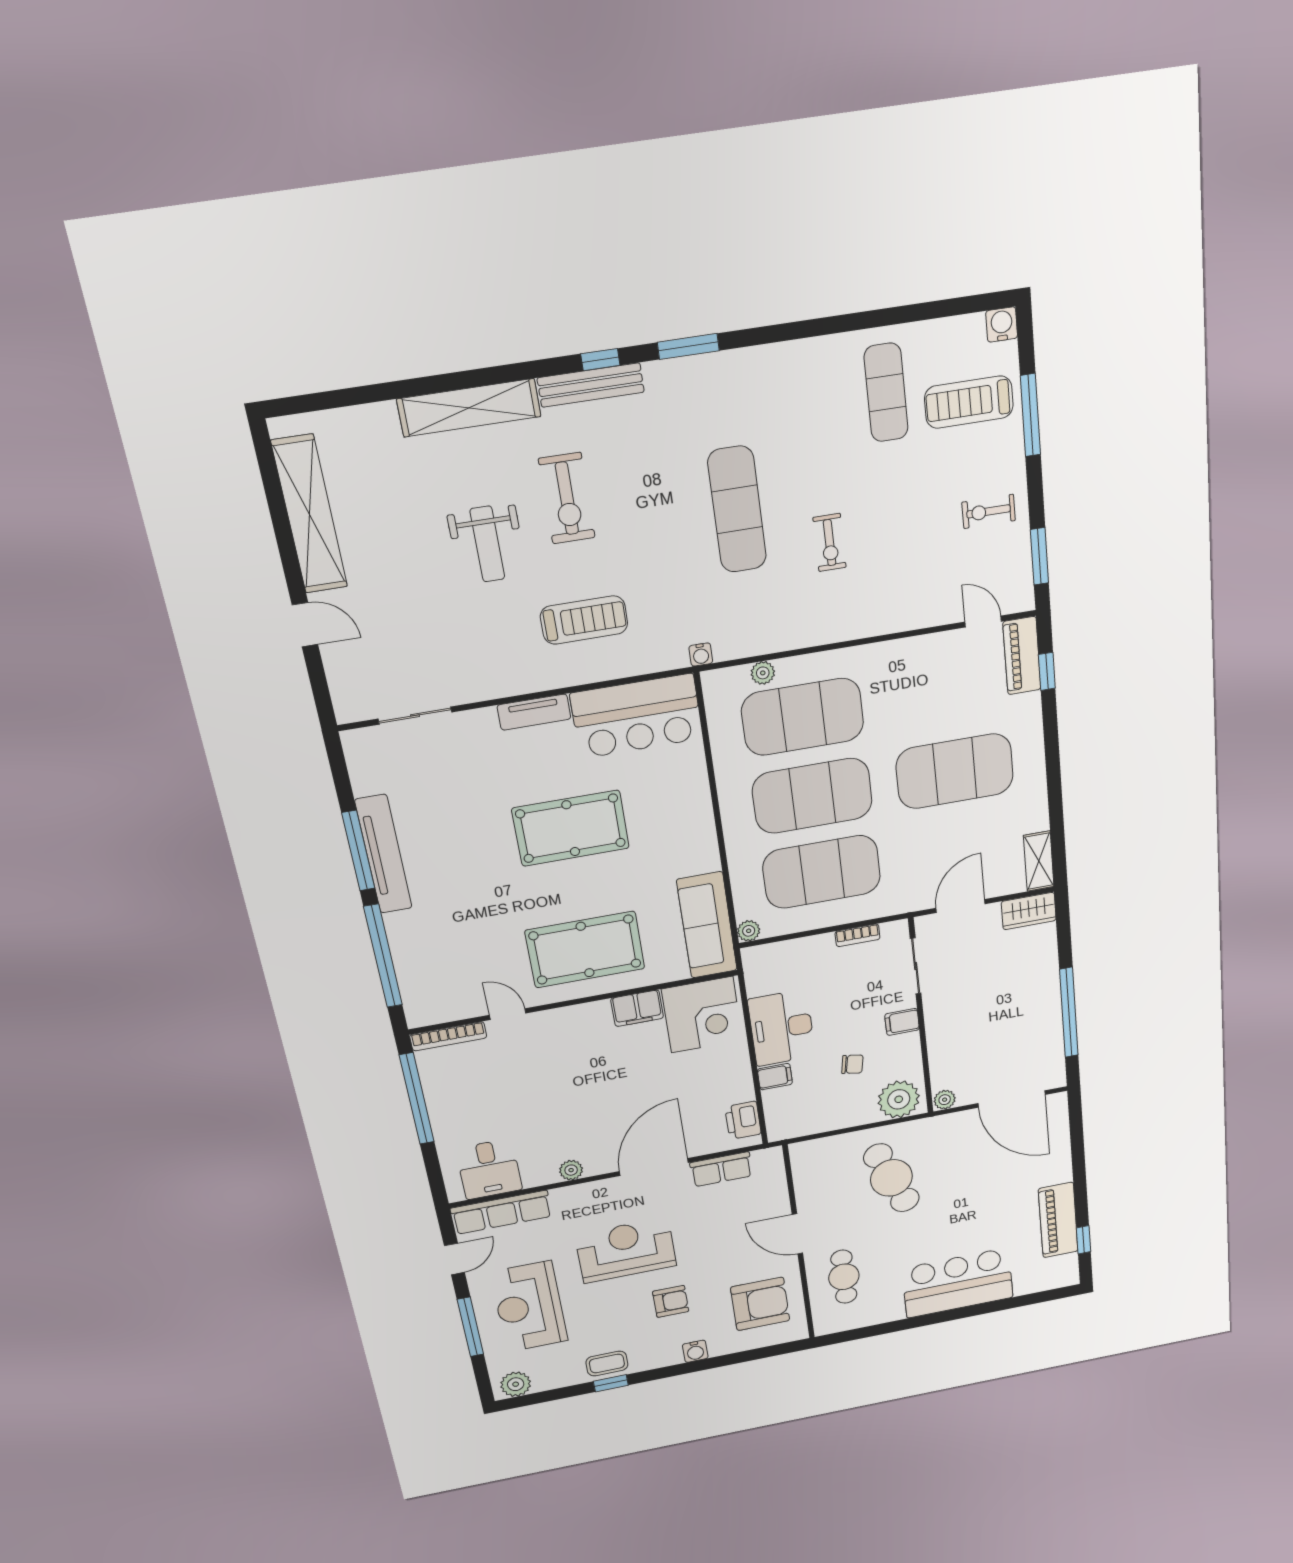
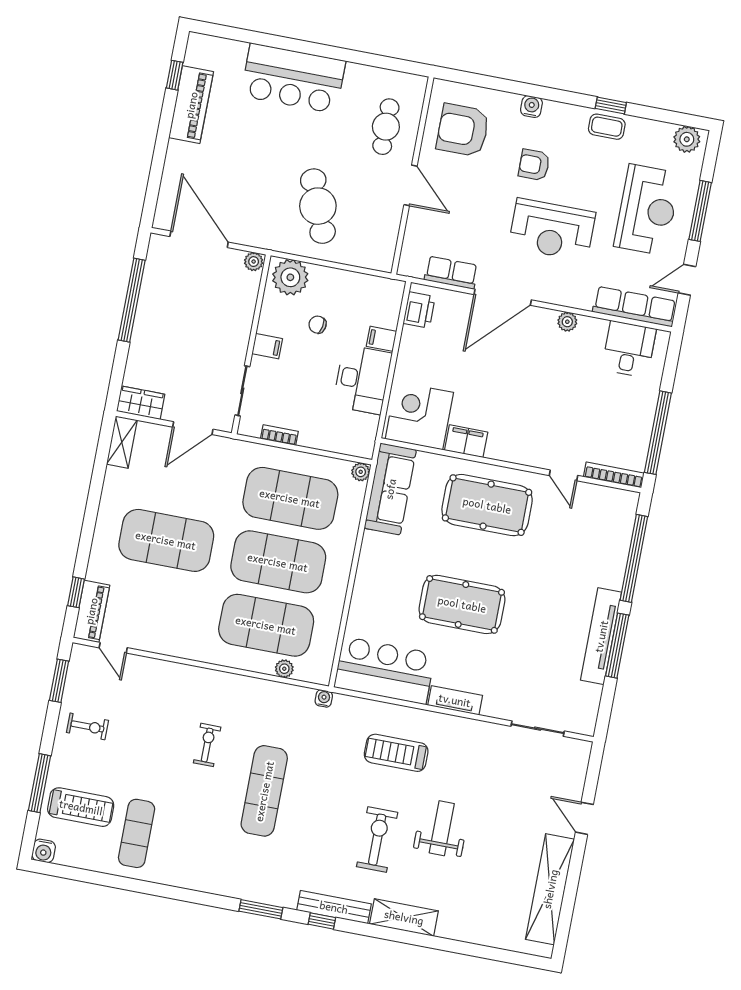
shelving: (469, 408) -> (404, 917), width x0.68

